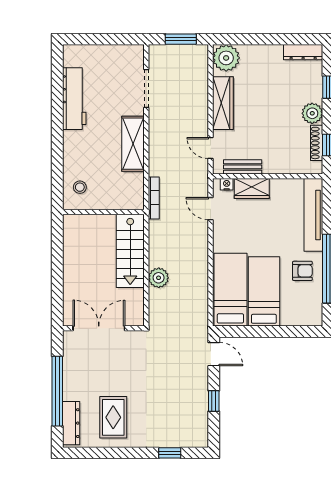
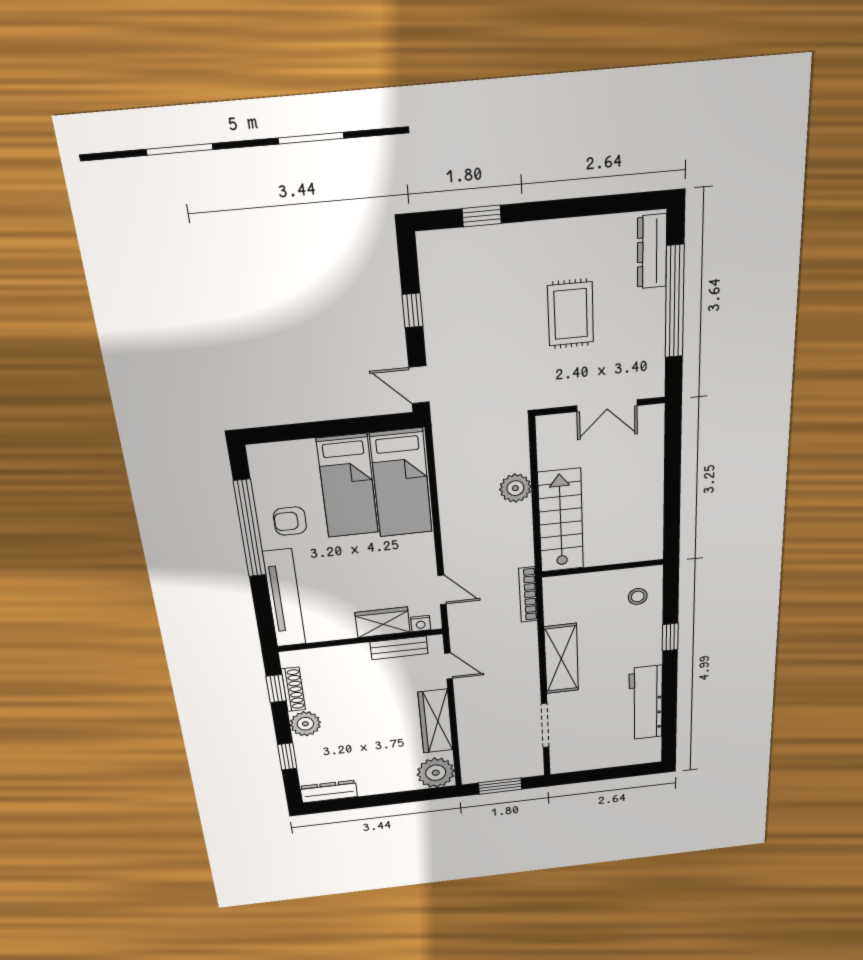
window: (57, 152) -> (670, 637), added
double door: (99, 328) -> (607, 406), width x0.73
rug: (113, 417) -> (571, 314), moved

